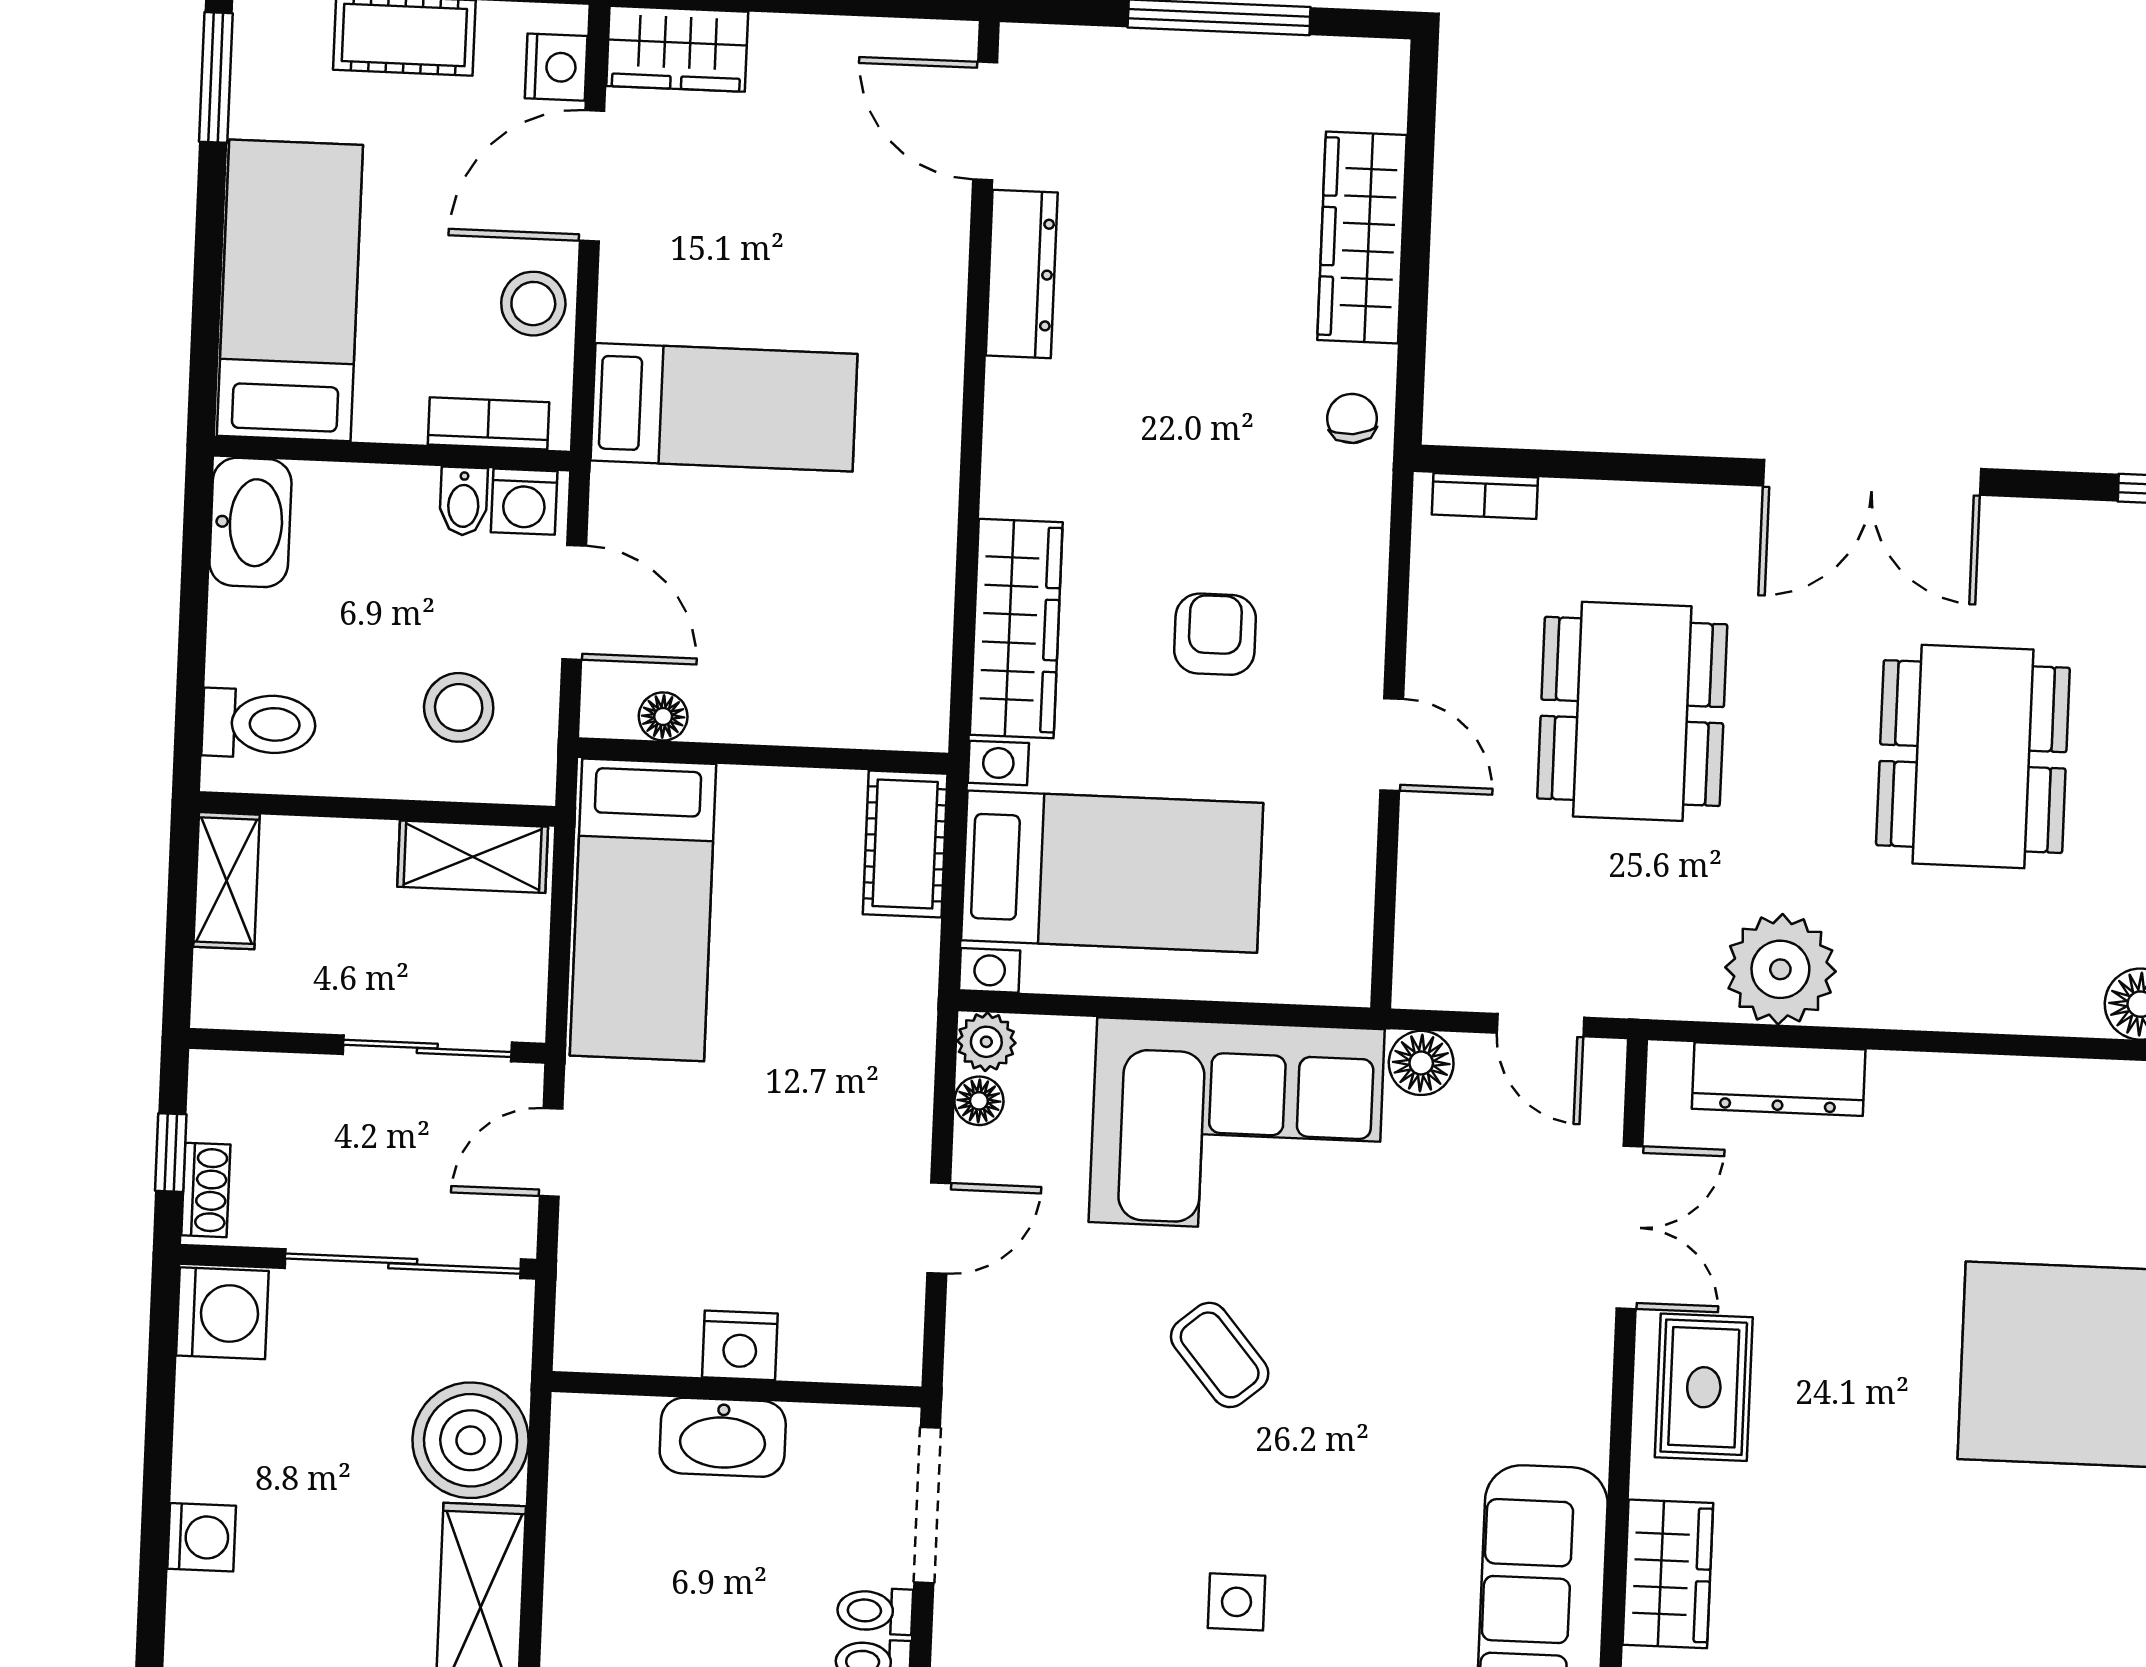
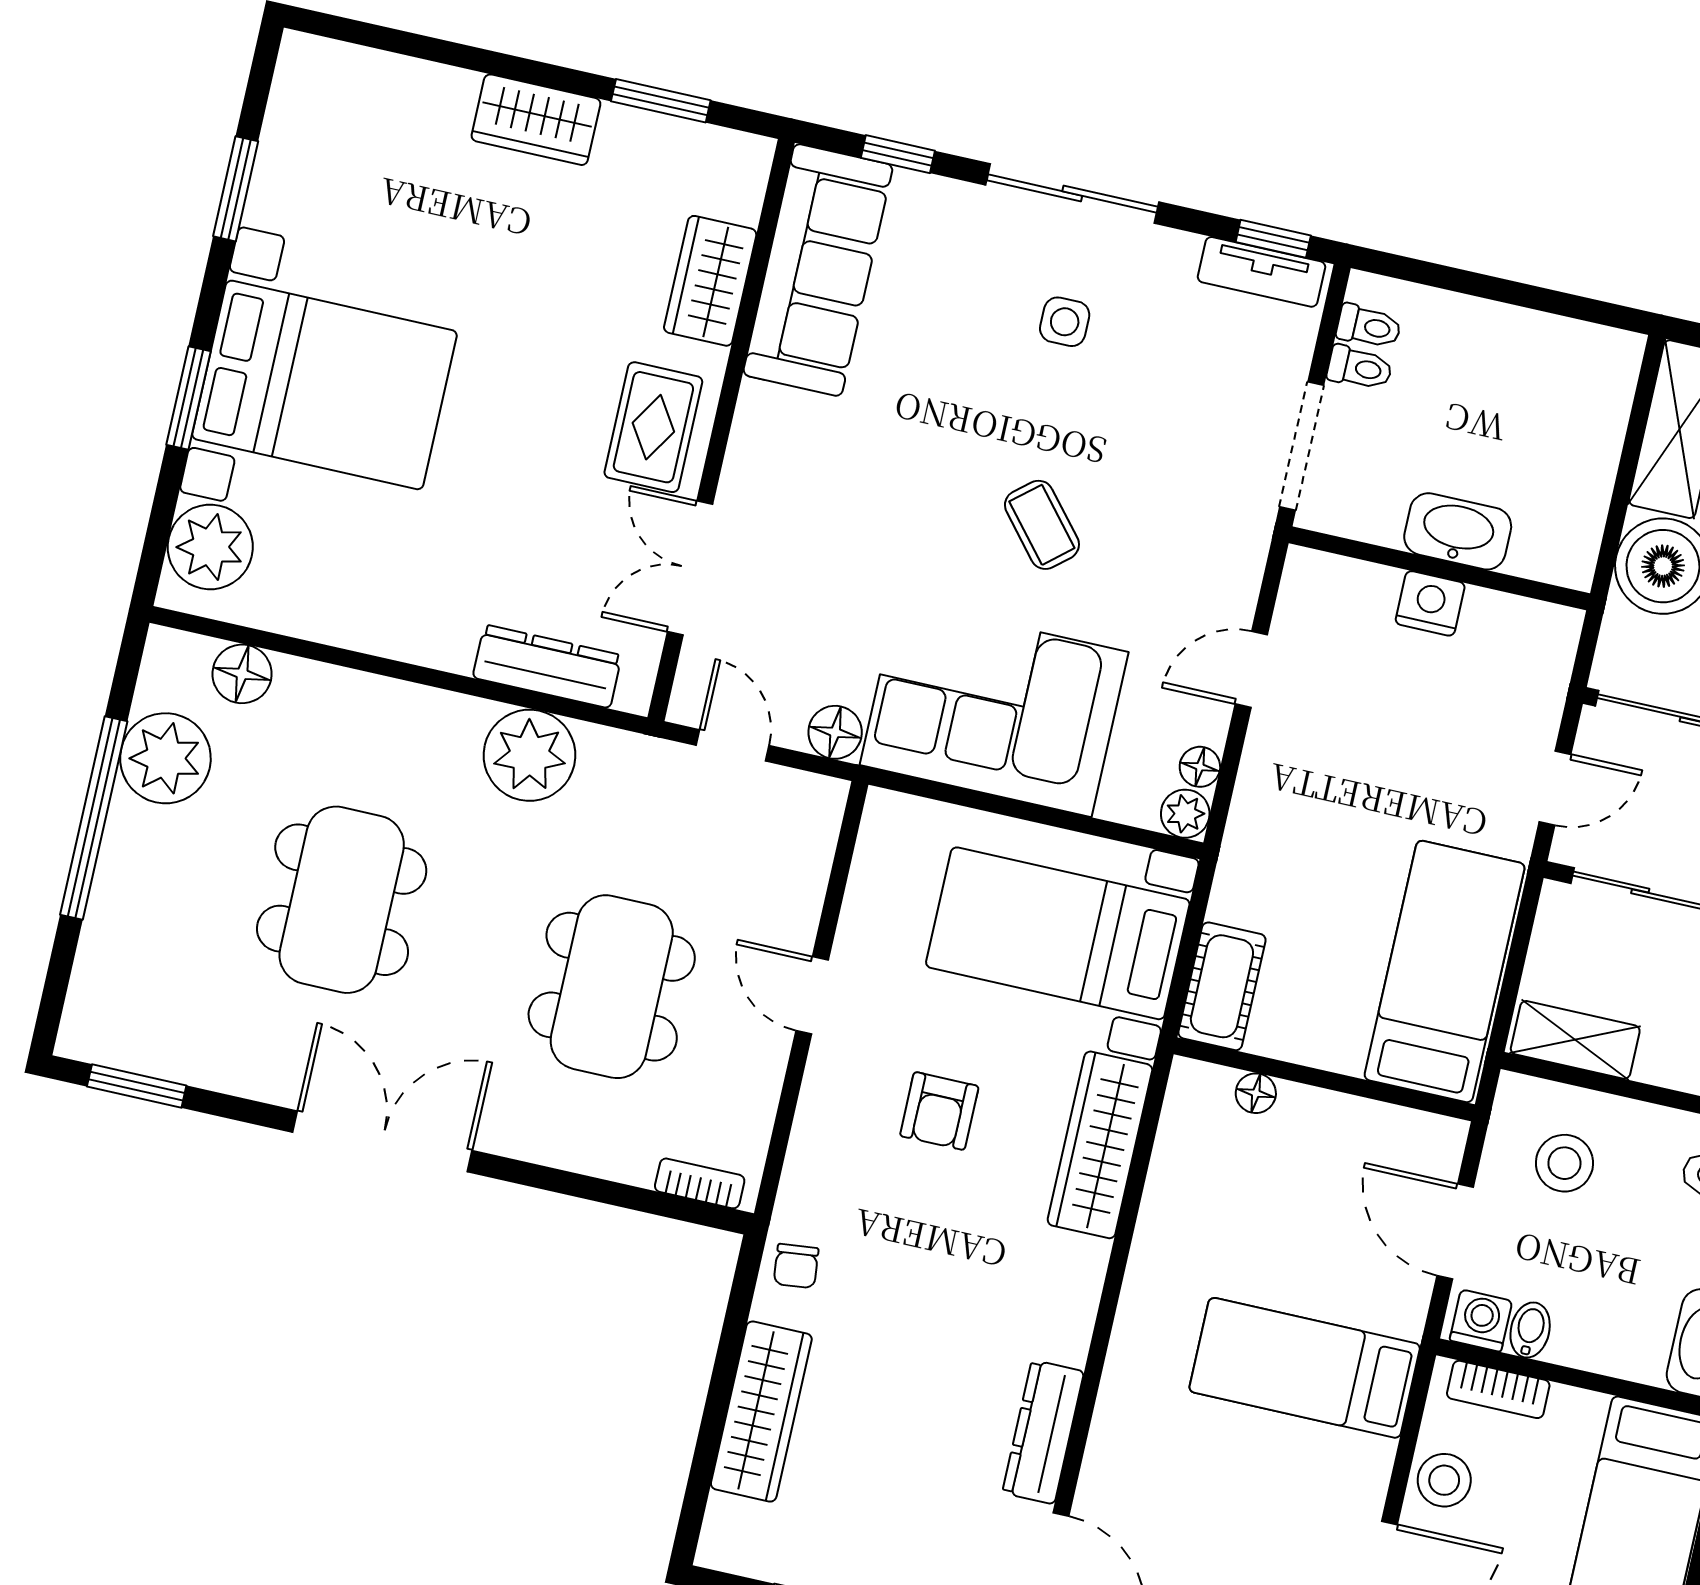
floor lamp: (663, 716) -> (1256, 1093), moved

